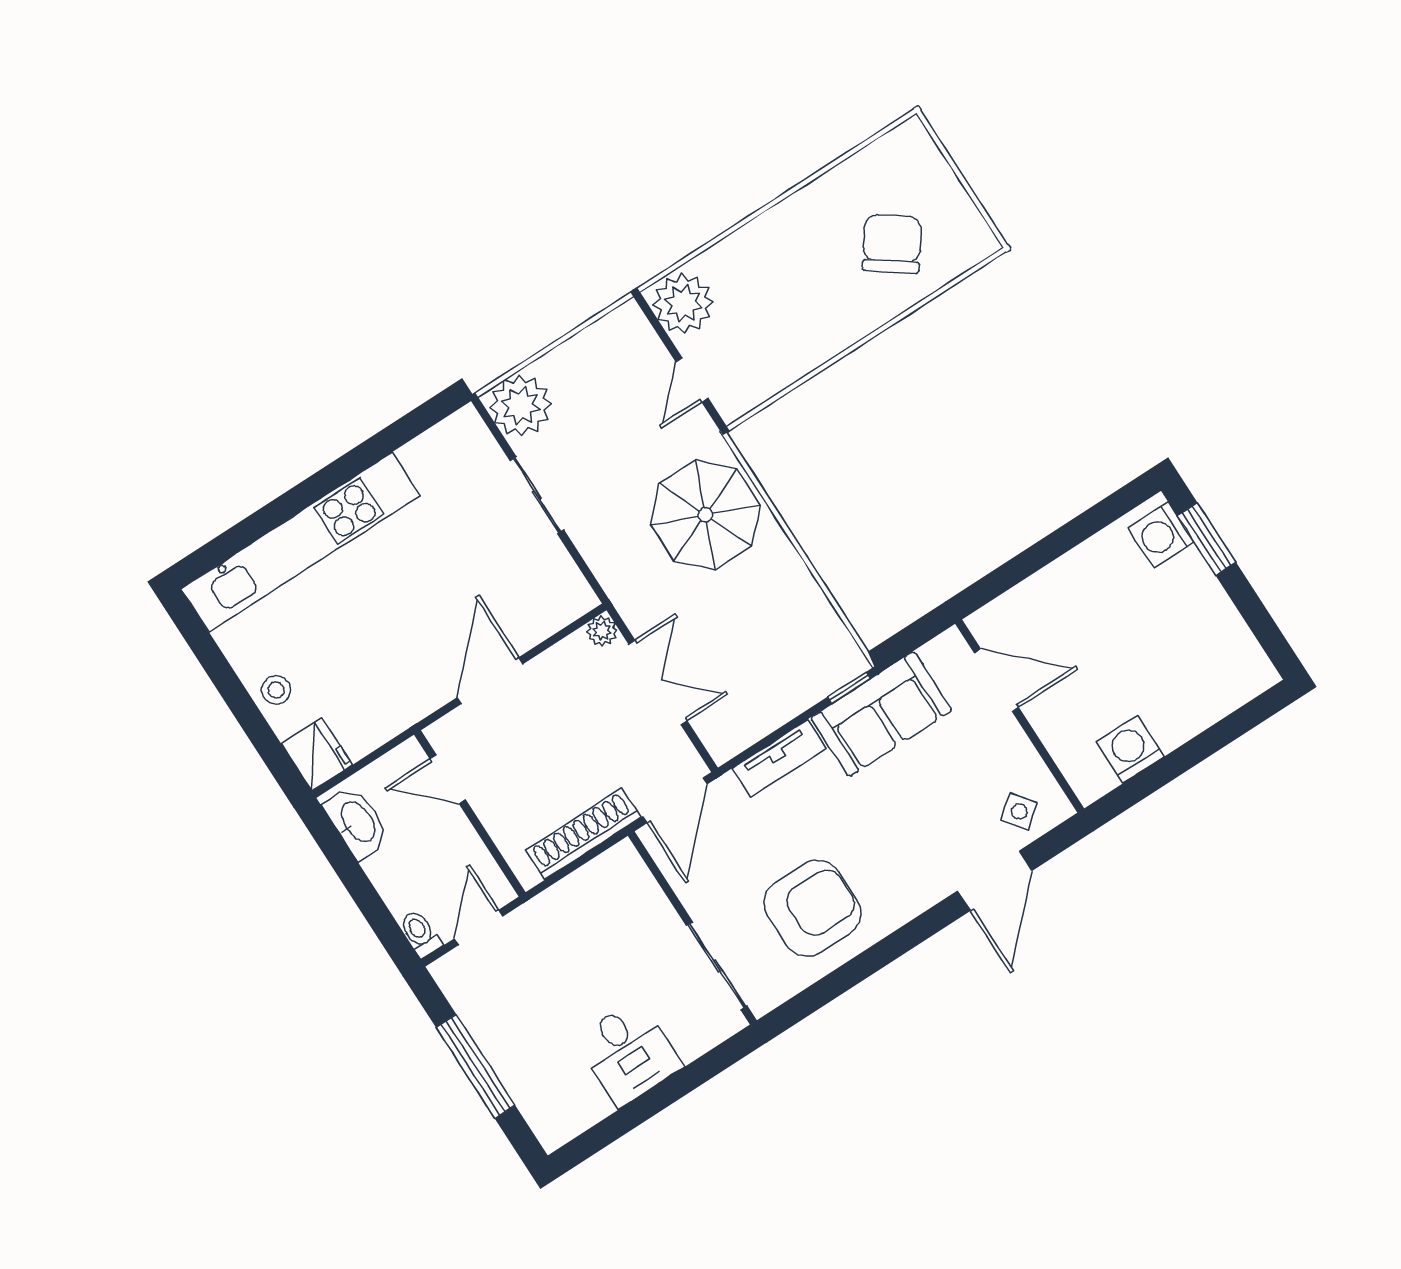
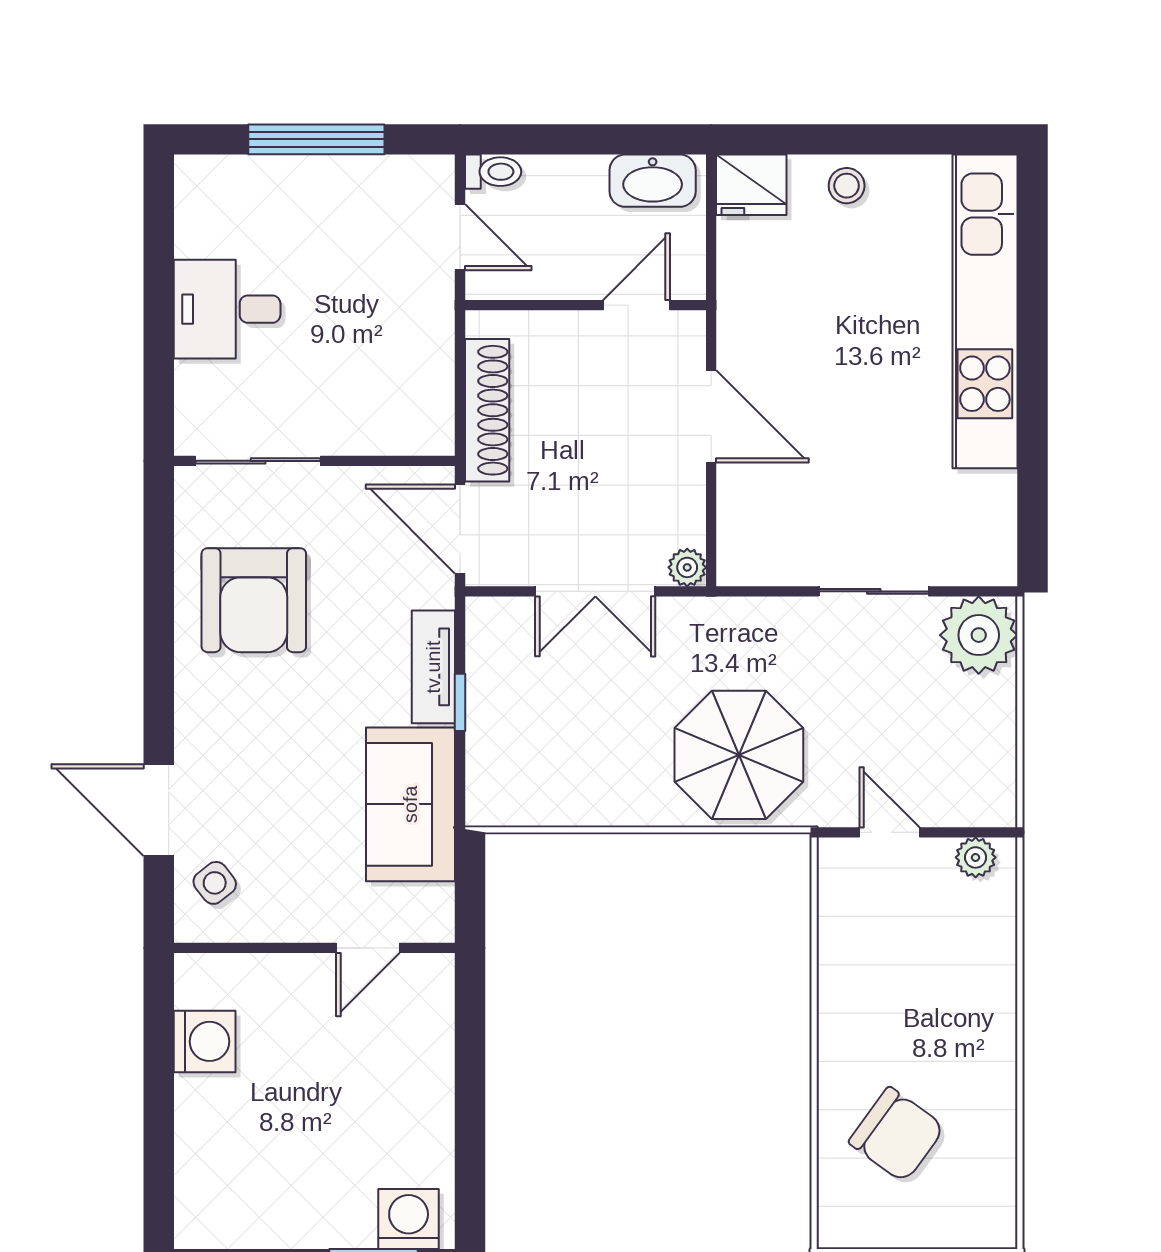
plant: (683, 304) -> (976, 857), width x0.53, depth x0.53
door: (996, 680) -> (368, 948), width x0.73
window: (849, 688) -> (460, 702), moved

